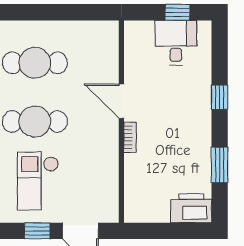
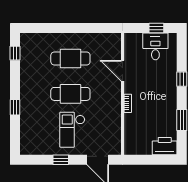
door: (121, 101) -> (123, 71), moved
window: (37, 231) -> (61, 160), moved

